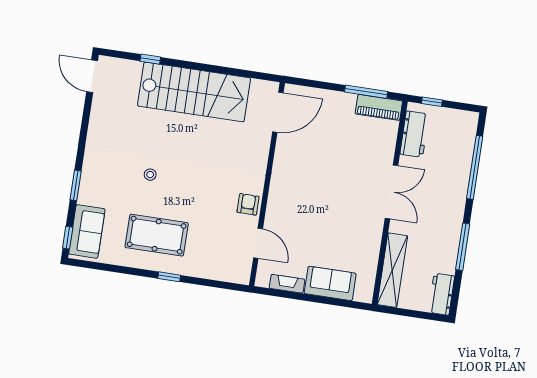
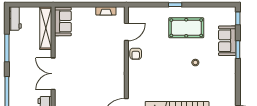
sofa: (87, 231) -> (227, 41), moved
door: (258, 243) -> (126, 32), swing flipped
sofa: (330, 283) -> (63, 21), moved, turned -90

